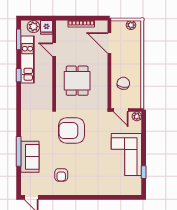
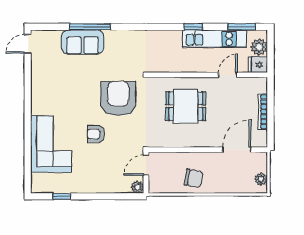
chair: (123, 83) -> (193, 178), moved
corner sofa: (126, 155) -> (51, 144), moved, turned 90
armchair: (61, 175) -> (96, 134), moved

